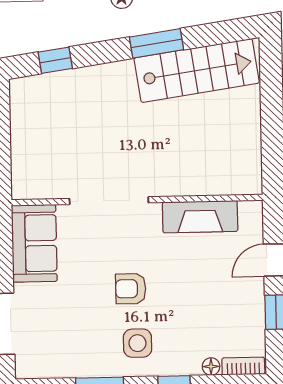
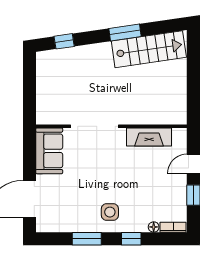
armchair: (131, 289) -> (107, 179), removed

